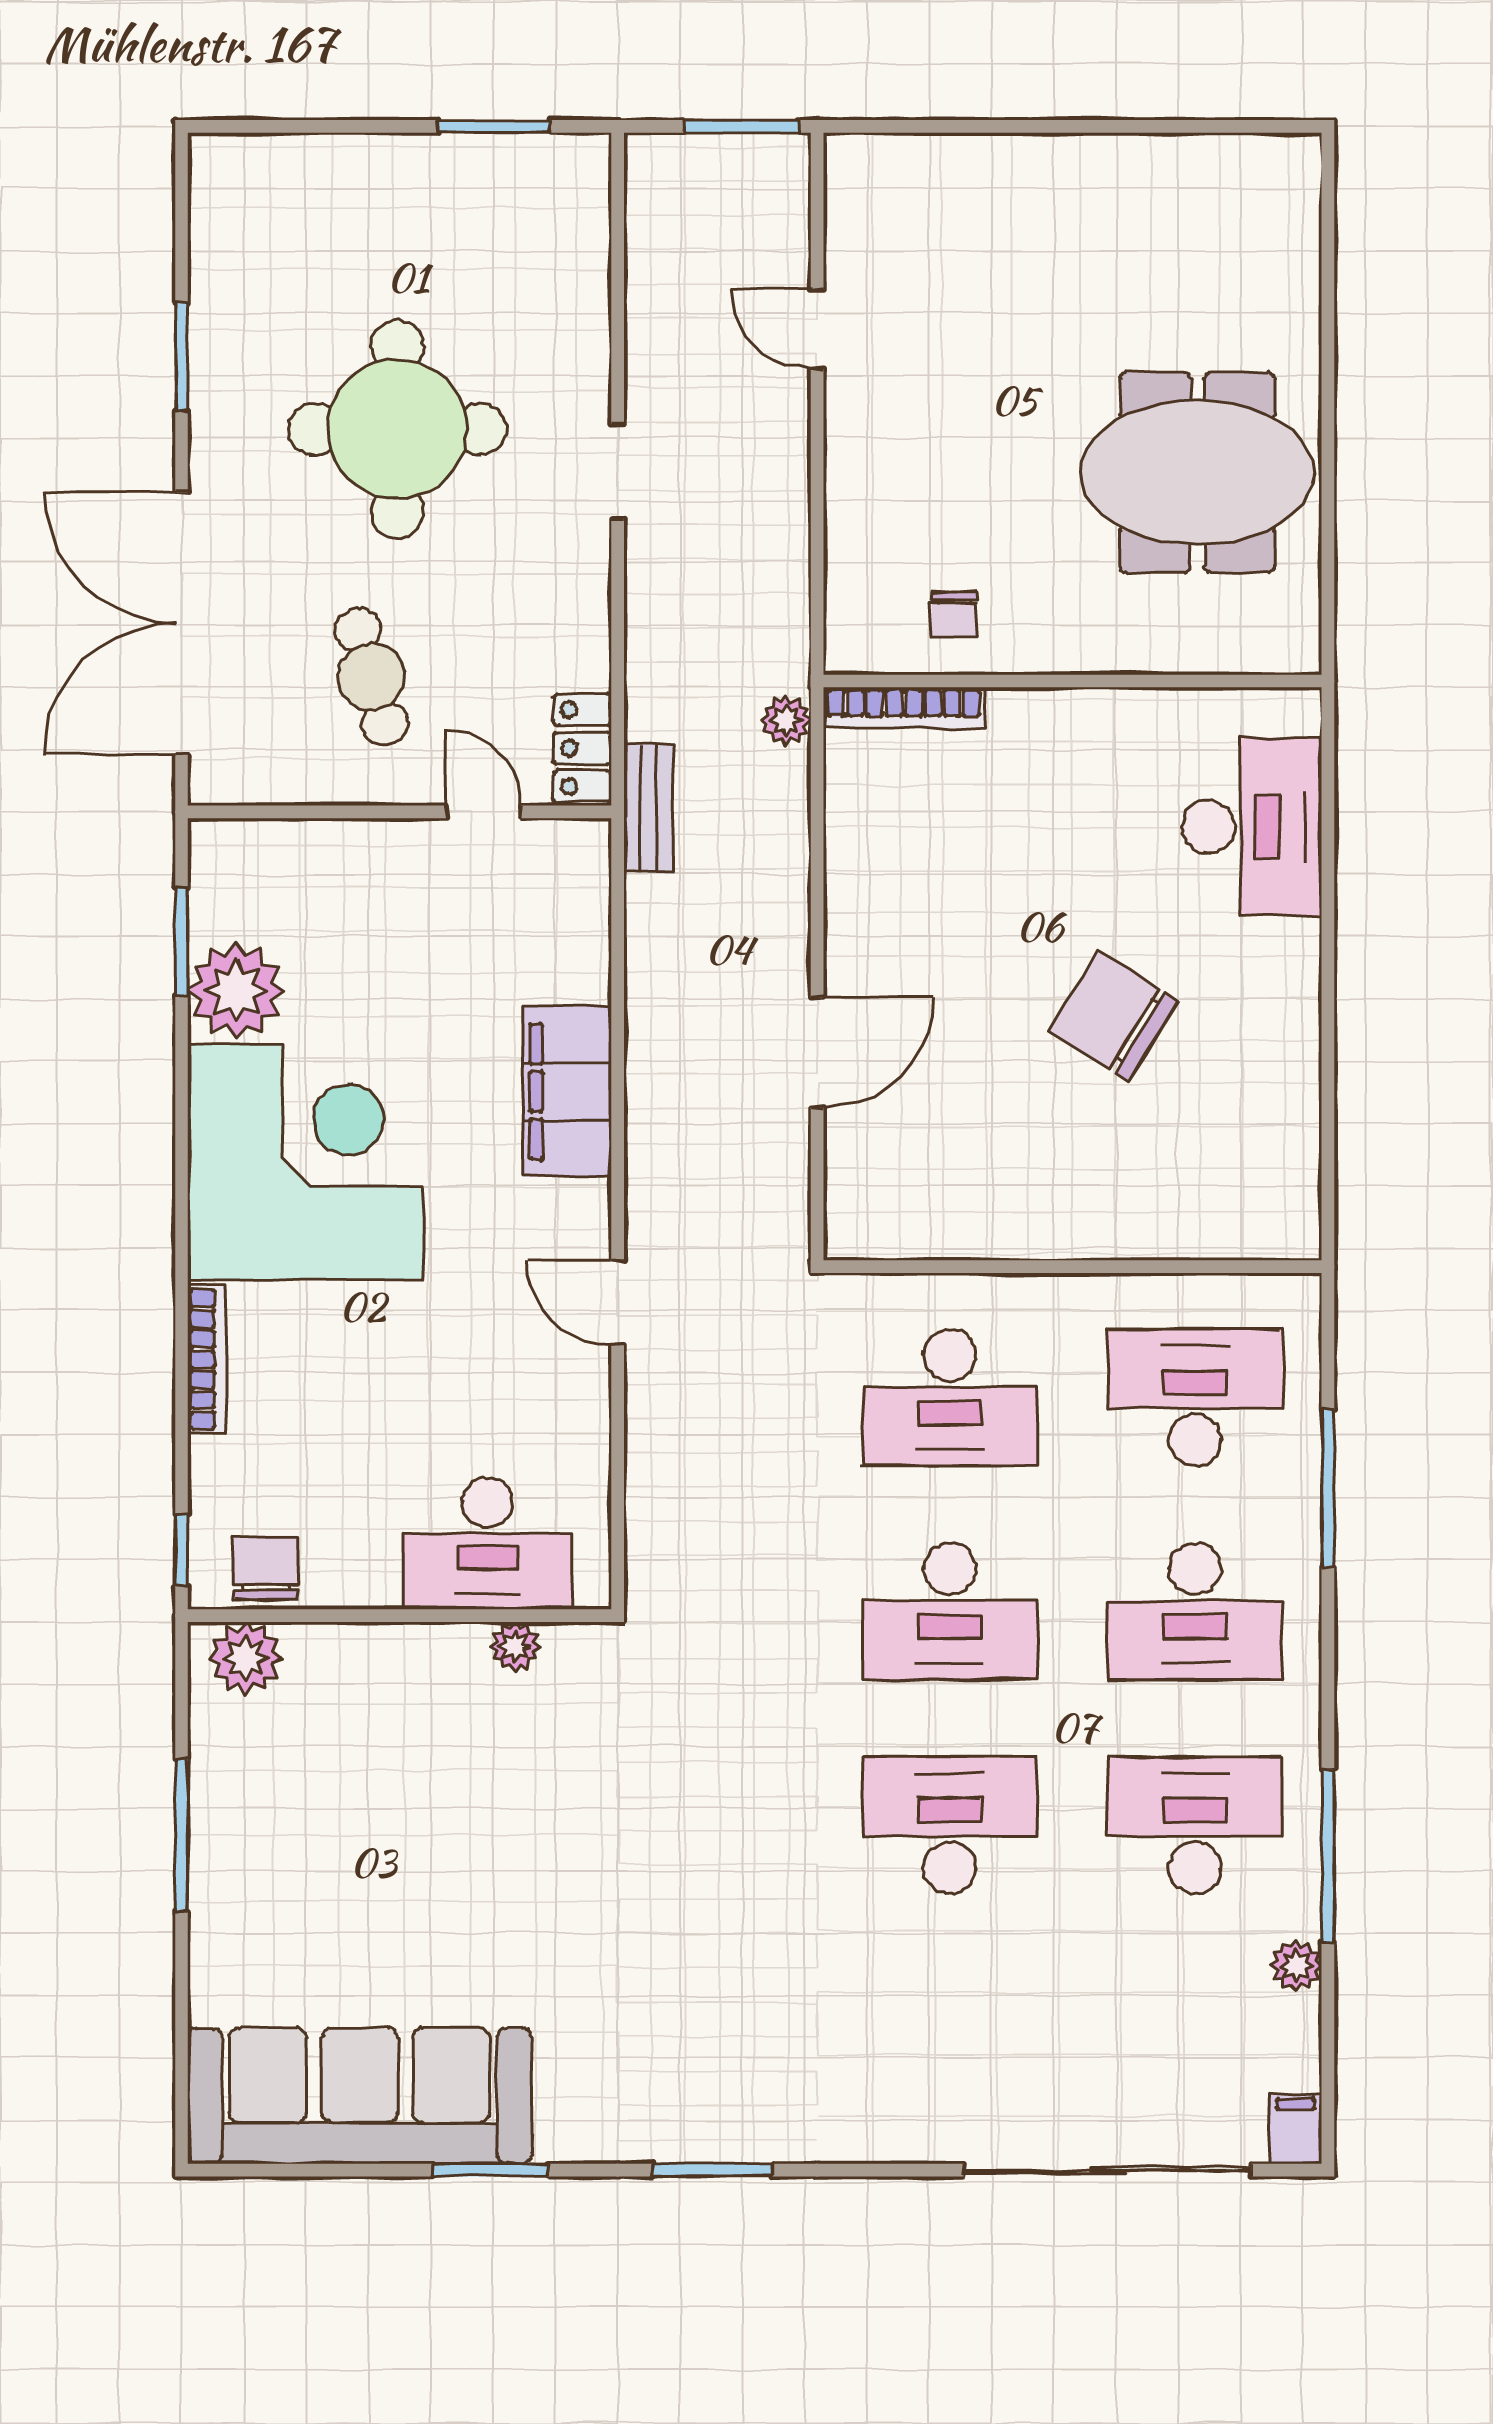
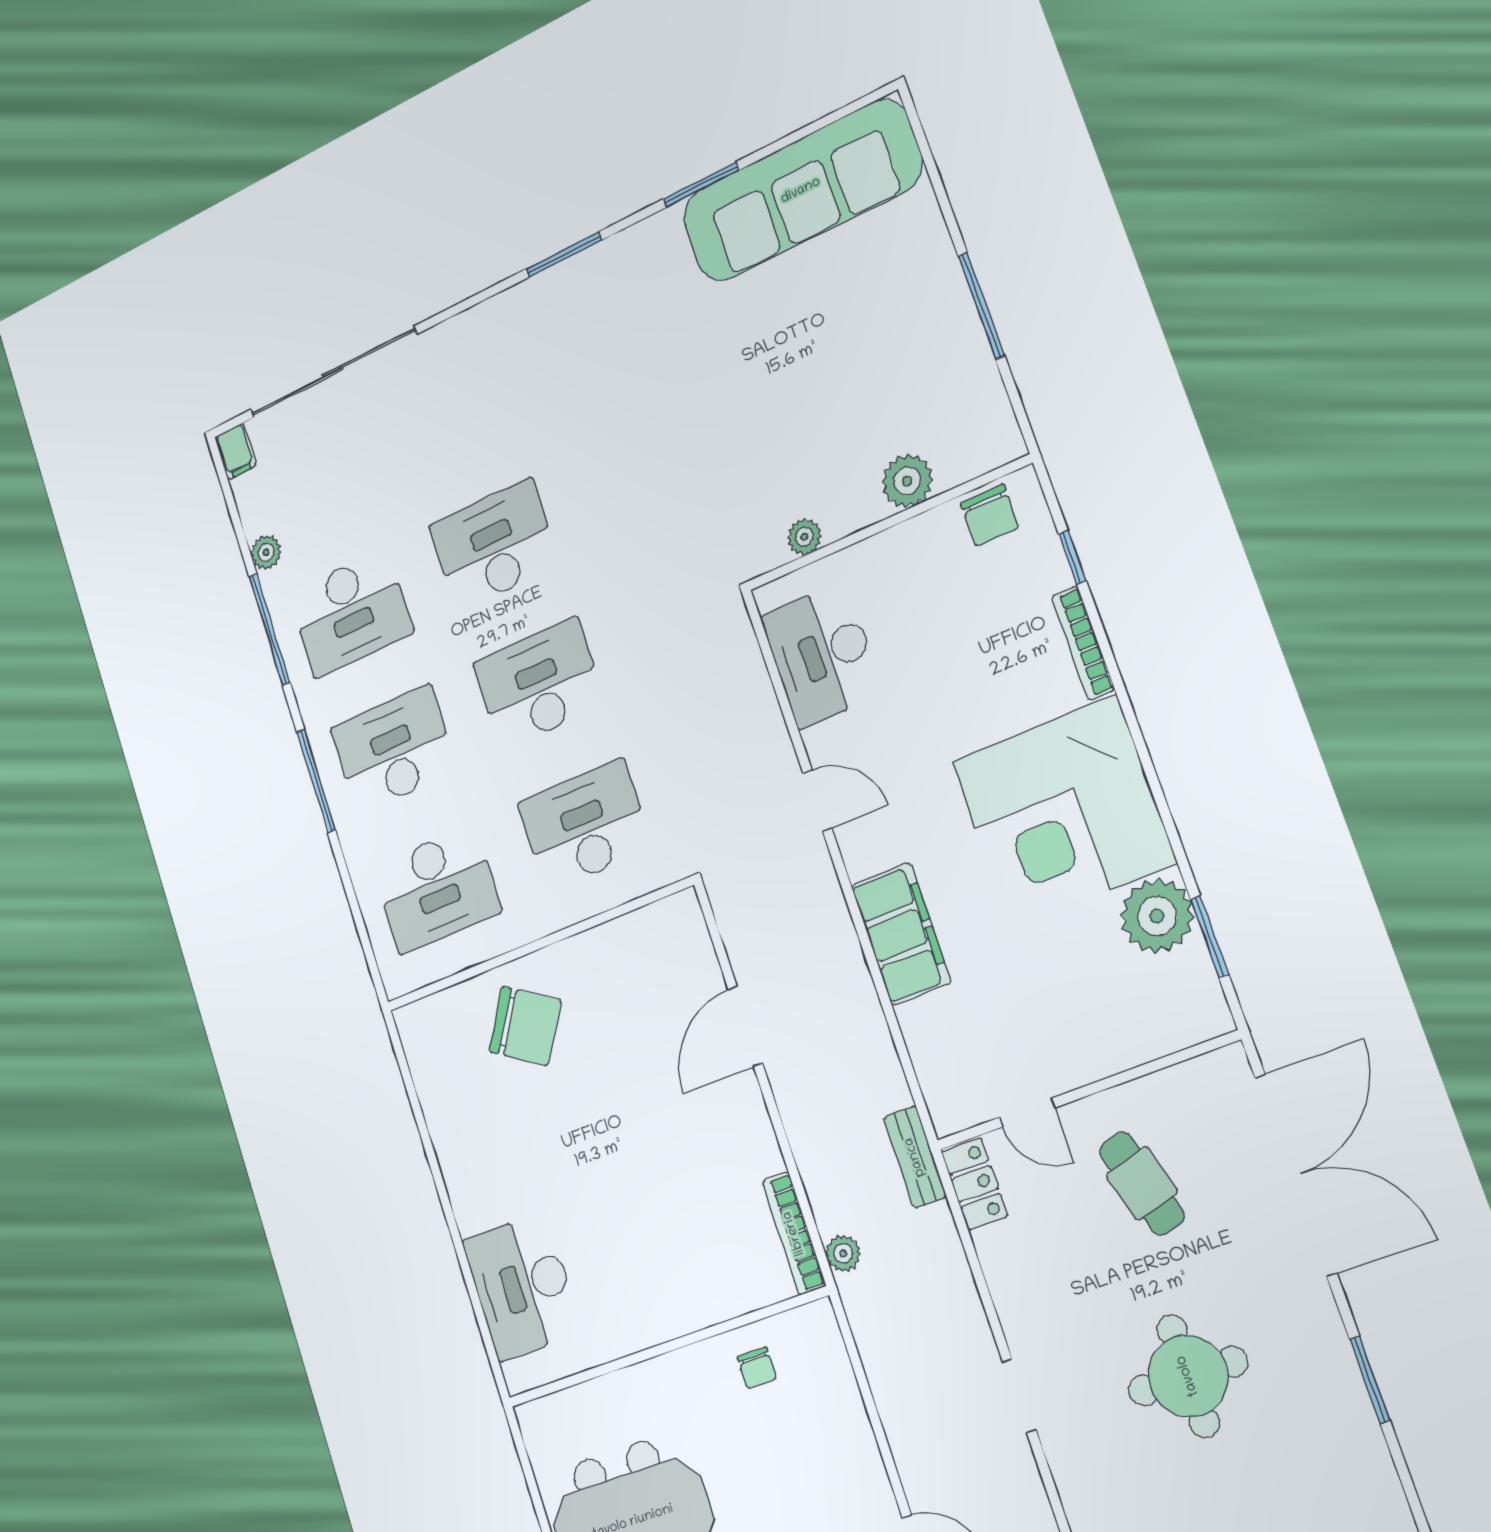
round table: (398, 429) -> (1188, 1376), width x0.73, depth x0.73
chair: (954, 615) -> (757, 1368), turned 180
bookcase: (904, 708) -> (794, 1233), moved, turned -90
chair: (1113, 1015) -> (525, 1026), moved
window: (1328, 1488) -> (316, 781), moved
desk: (487, 1543) -> (822, 655), moved, turned -90
window: (182, 1550) -> (1072, 557), moved
plant: (246, 1658) -> (907, 481), moved
desk: (950, 1825) -> (494, 545), turned 180

